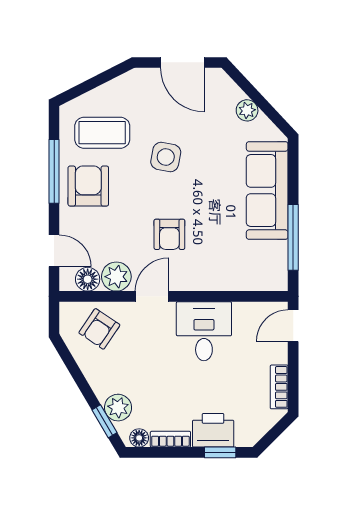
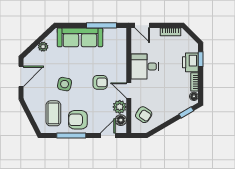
plant: (118, 408) -> (180, 106), removed

